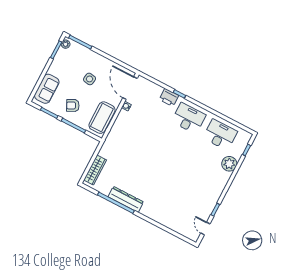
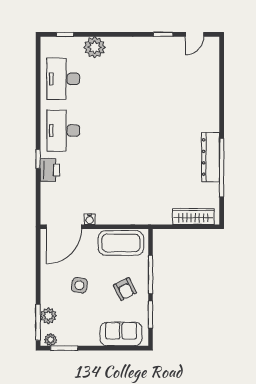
plant: (81, 50) -> (48, 316), added

